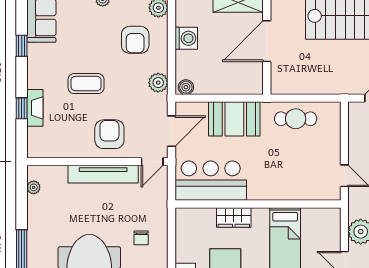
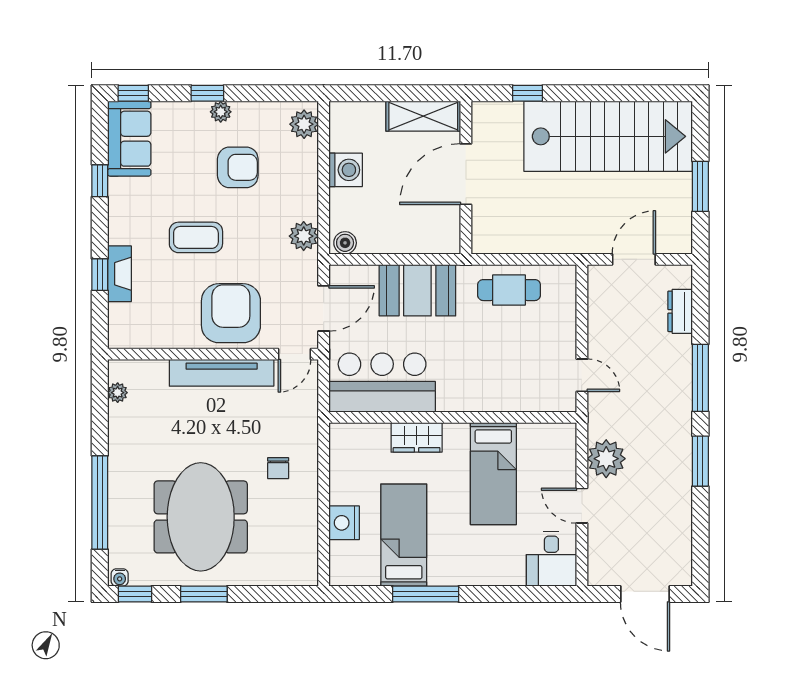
armchair: (135, 40) -> (238, 167), moved, turned -90
armchair: (109, 134) -> (231, 313), width x1.36, depth x1.36

